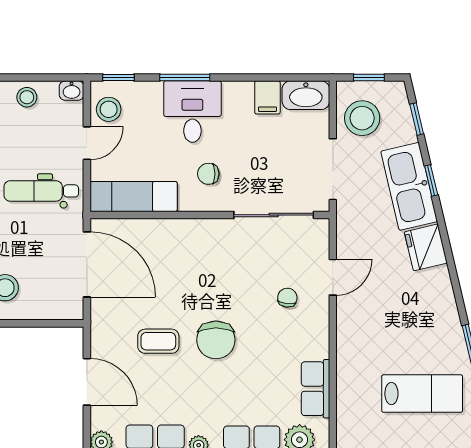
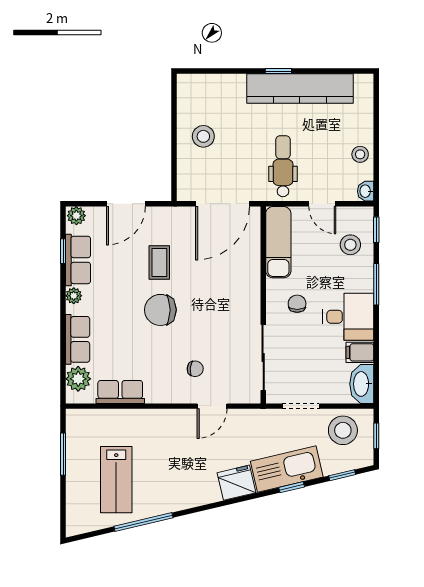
stool: (109, 109) -> (350, 245), moved
desk: (192, 112) -> (348, 317), moved
doorway: (333, 169) -> (301, 406), width x0.73
door: (333, 277) -> (212, 406), hinge flipped

